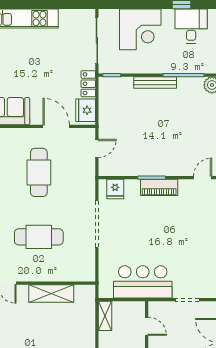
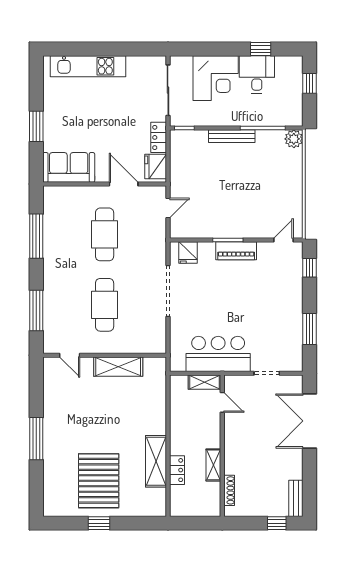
desk: (191, 26) -> (257, 74), moved
cafe table: (39, 237) -> (105, 305), turned 90
shelving: (105, 316) -> (205, 382), moved, turned 90

